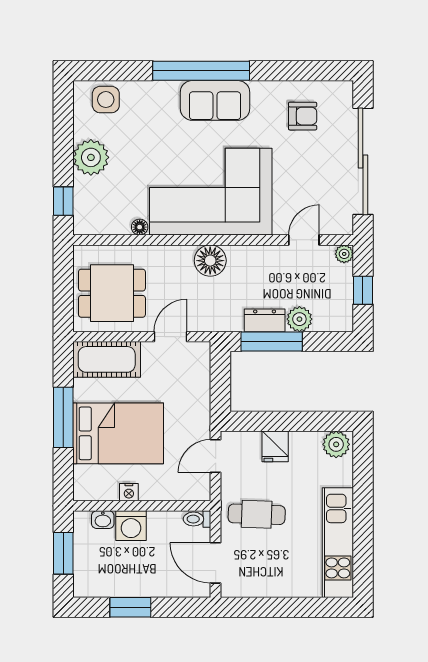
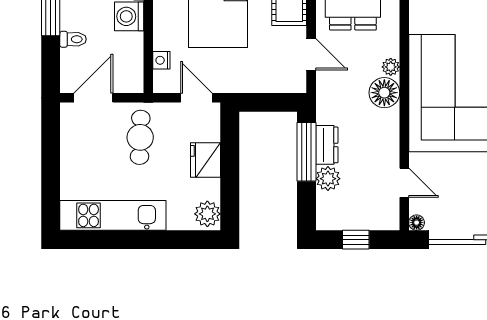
floor lamp: (140, 227) -> (417, 223), moved
plant: (344, 254) -> (391, 67), moved
fridge: (275, 446) -> (205, 160), width x1.38
nightstand: (129, 492) -> (161, 60), moved
toilet: (197, 519) -> (73, 39), moved, turned 90

